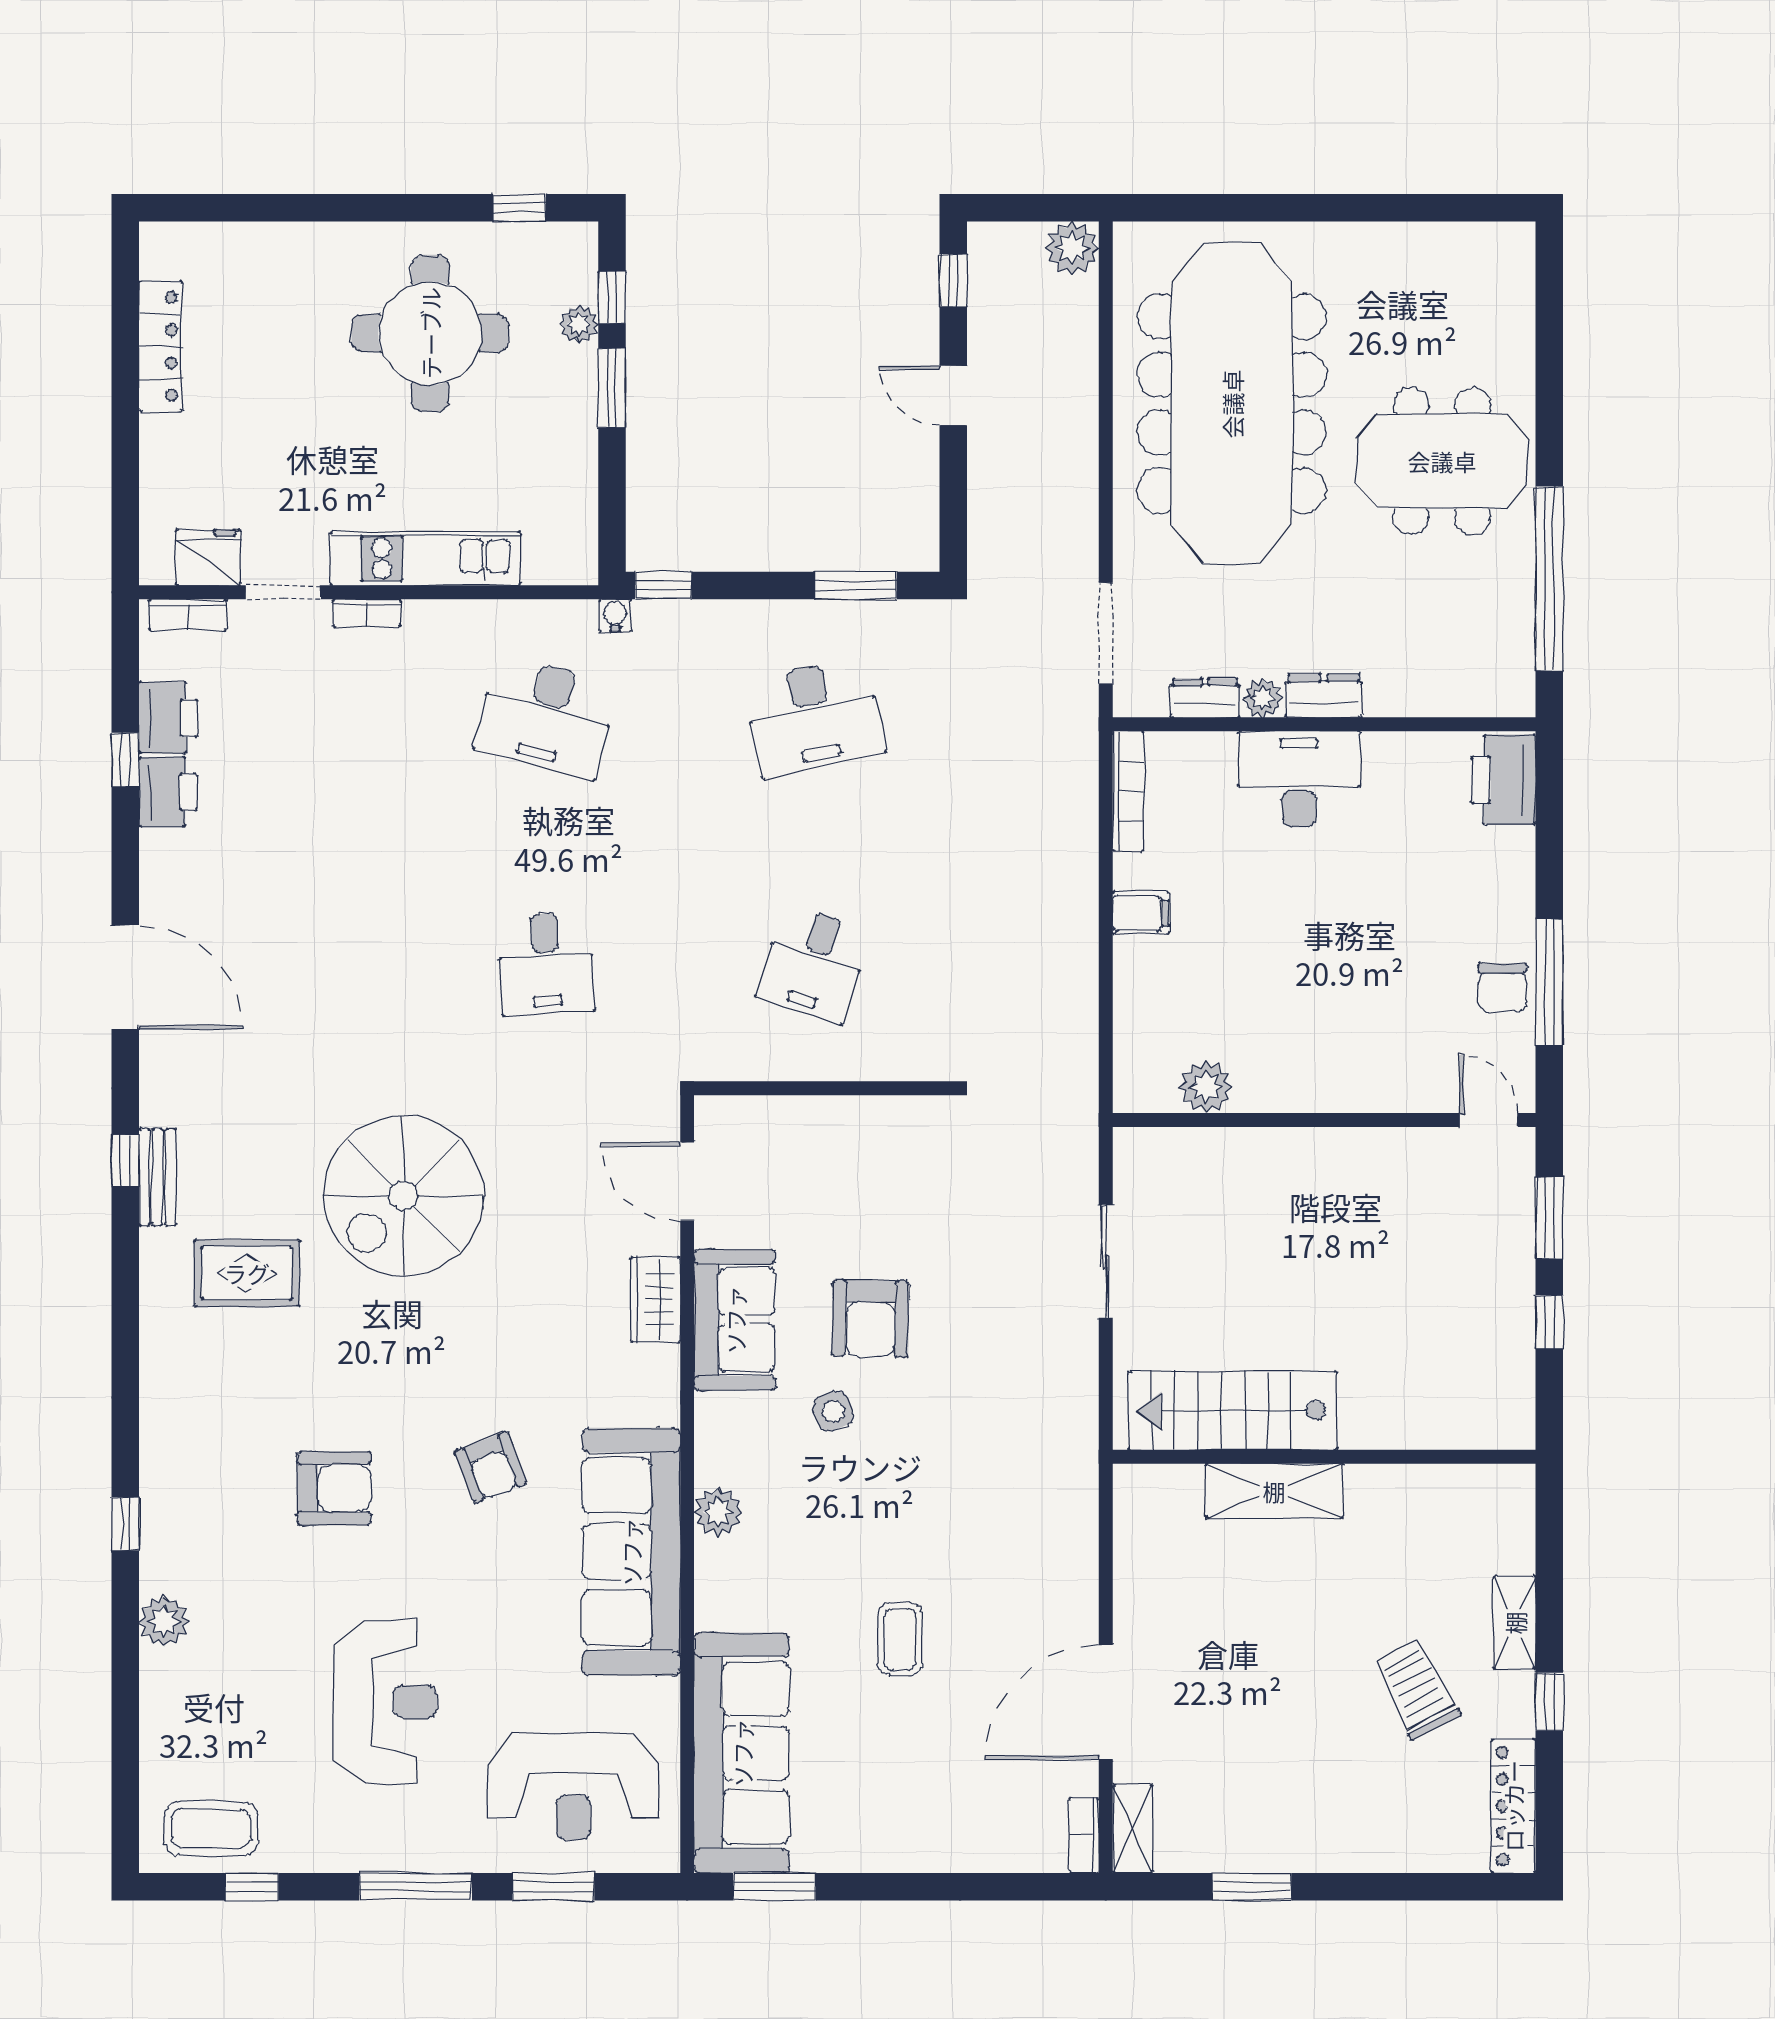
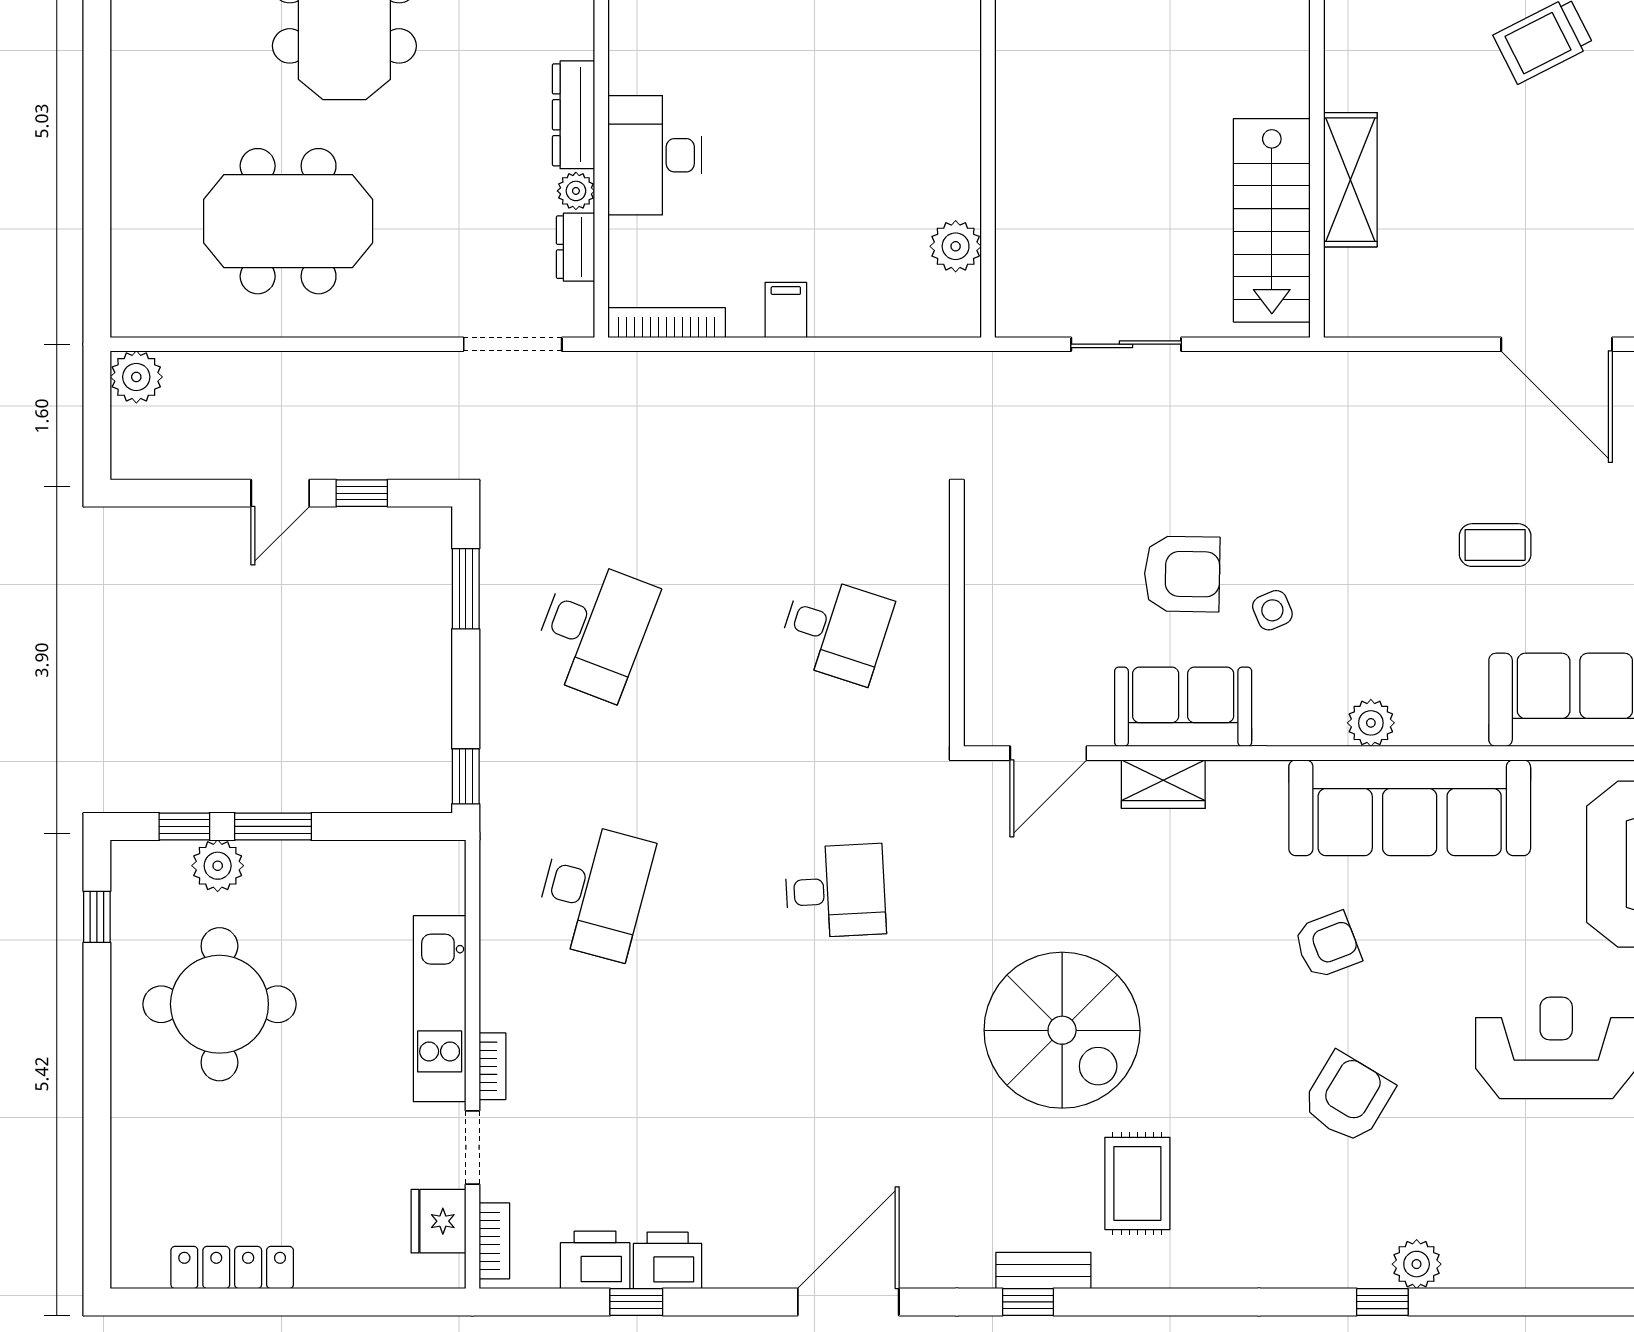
window: (953, 280) -> (362, 493), moved
plant: (579, 324) -> (218, 866), width x1.38, depth x1.38
meeting table: (1232, 404) -> (288, 221), width x0.54, depth x0.79
water cooler: (615, 615) -> (495, 823), removed
dresser: (1324, 696) -> (574, 115), width x1.44
desk: (814, 717) -> (594, 629), turned 33
armchair: (334, 1488) -> (1348, 1098), turned 31
plant: (164, 1621) -> (1417, 1264), moved

